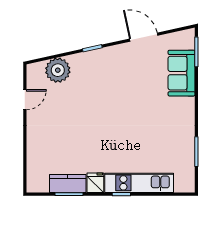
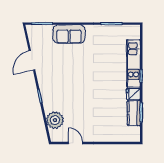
sofa: (182, 73) -> (69, 34), moved

